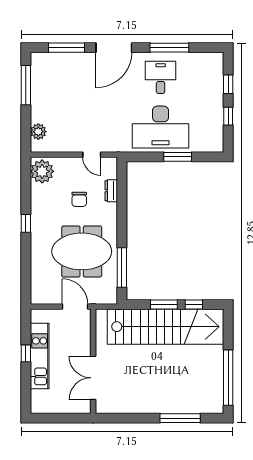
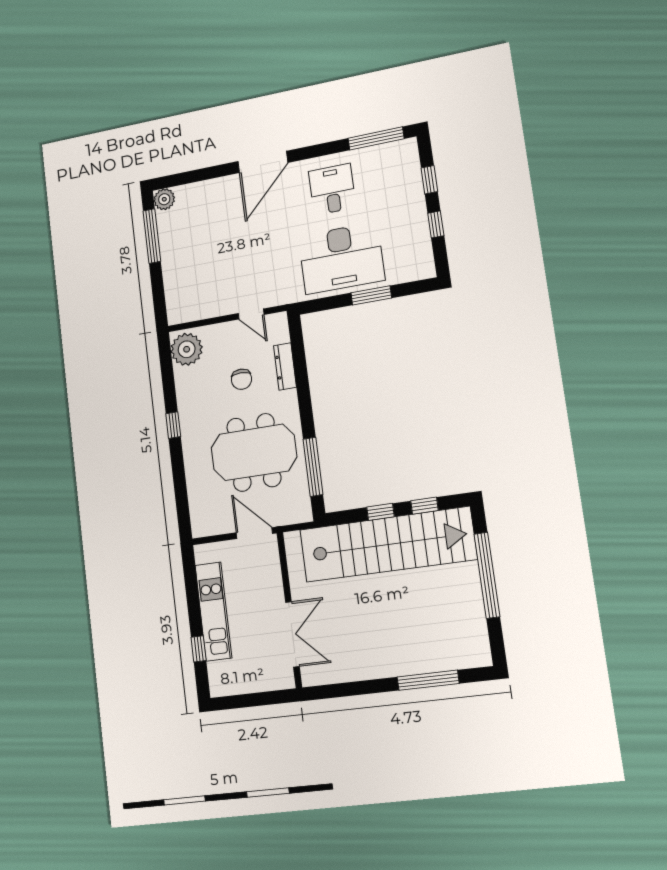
window: (67, 48) -> (199, 175), removed
window: (169, 48) -> (376, 138), moved
plant: (38, 132) -> (164, 199), moved
dresser: (111, 191) -> (285, 367), width x1.44
window: (164, 304) -> (381, 512), width x0.67
window: (26, 353) -> (199, 649), moved
double door: (93, 378) -> (292, 634), swing flipped
window: (228, 378) -> (487, 575), moved

